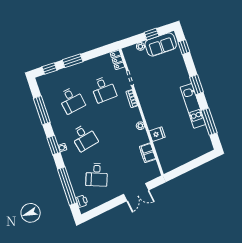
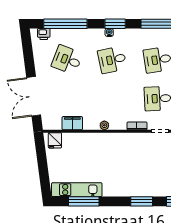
window: (196, 85) -> (142, 201), moved
kitchen unit: (193, 106) -> (77, 190), moved
fridge: (157, 134) -> (55, 140), moved
double door: (136, 192) -> (34, 96), width x1.37

